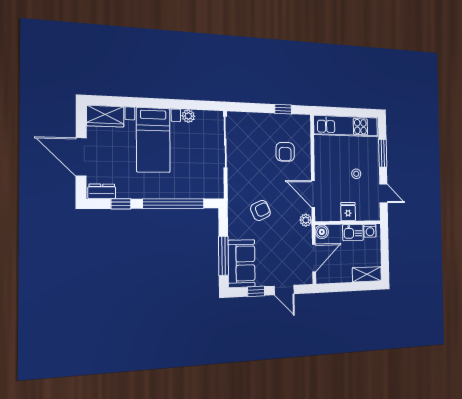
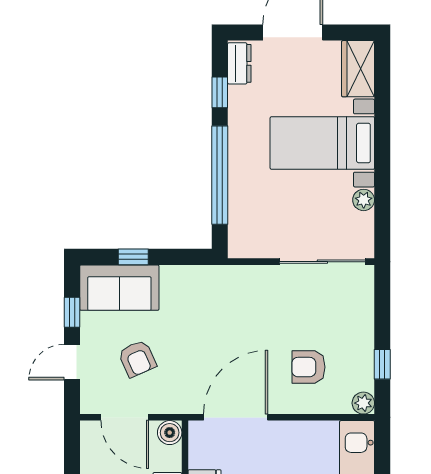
door: (313, 194) -> (236, 417), width x1.36
armchair: (260, 210) -> (137, 359), moved
plant: (306, 220) -> (363, 403), moved
window: (223, 256) -> (133, 257), width x0.46

